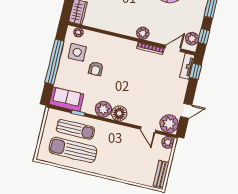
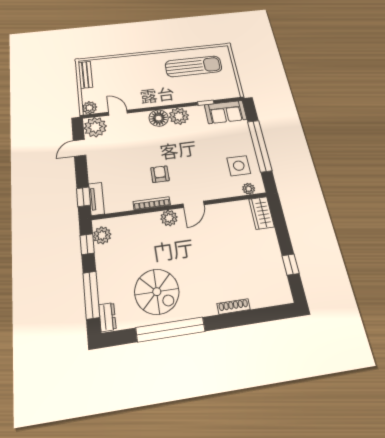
door: (173, 48) -> (194, 204), moved
armchair: (96, 69) -> (160, 174), moved
sun lounger: (75, 129) -> (201, 86), removed

